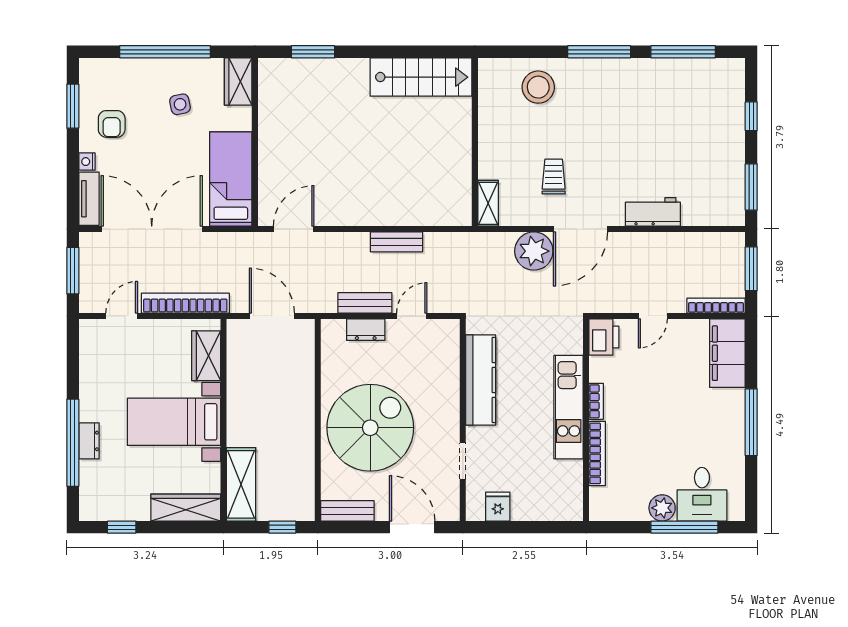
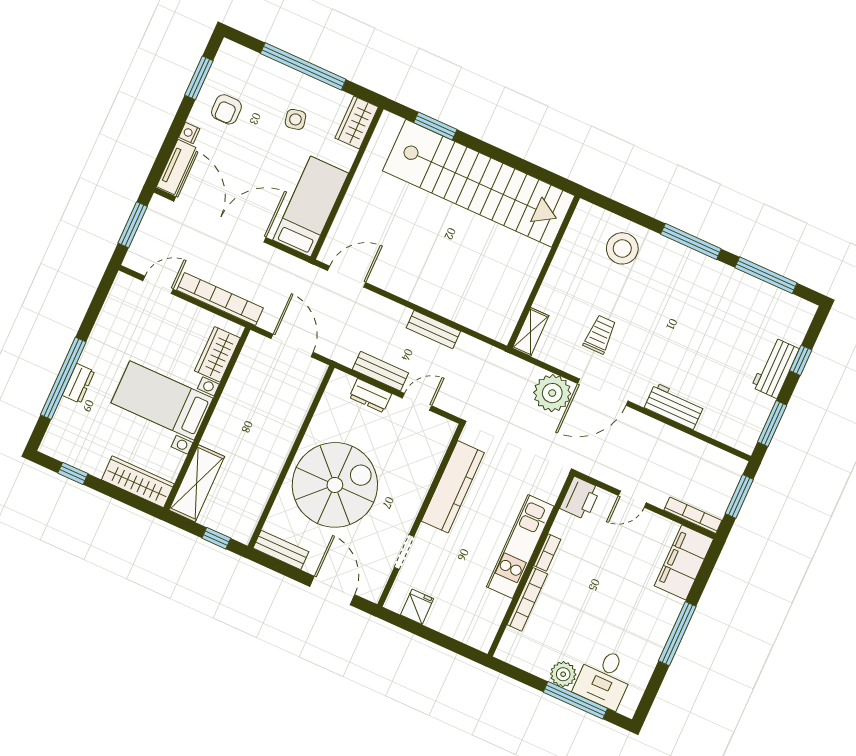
stairs: (421, 77) -> (479, 183), width x1.86, depth x1.51
workbench: (731, 134) -> (775, 368), added

